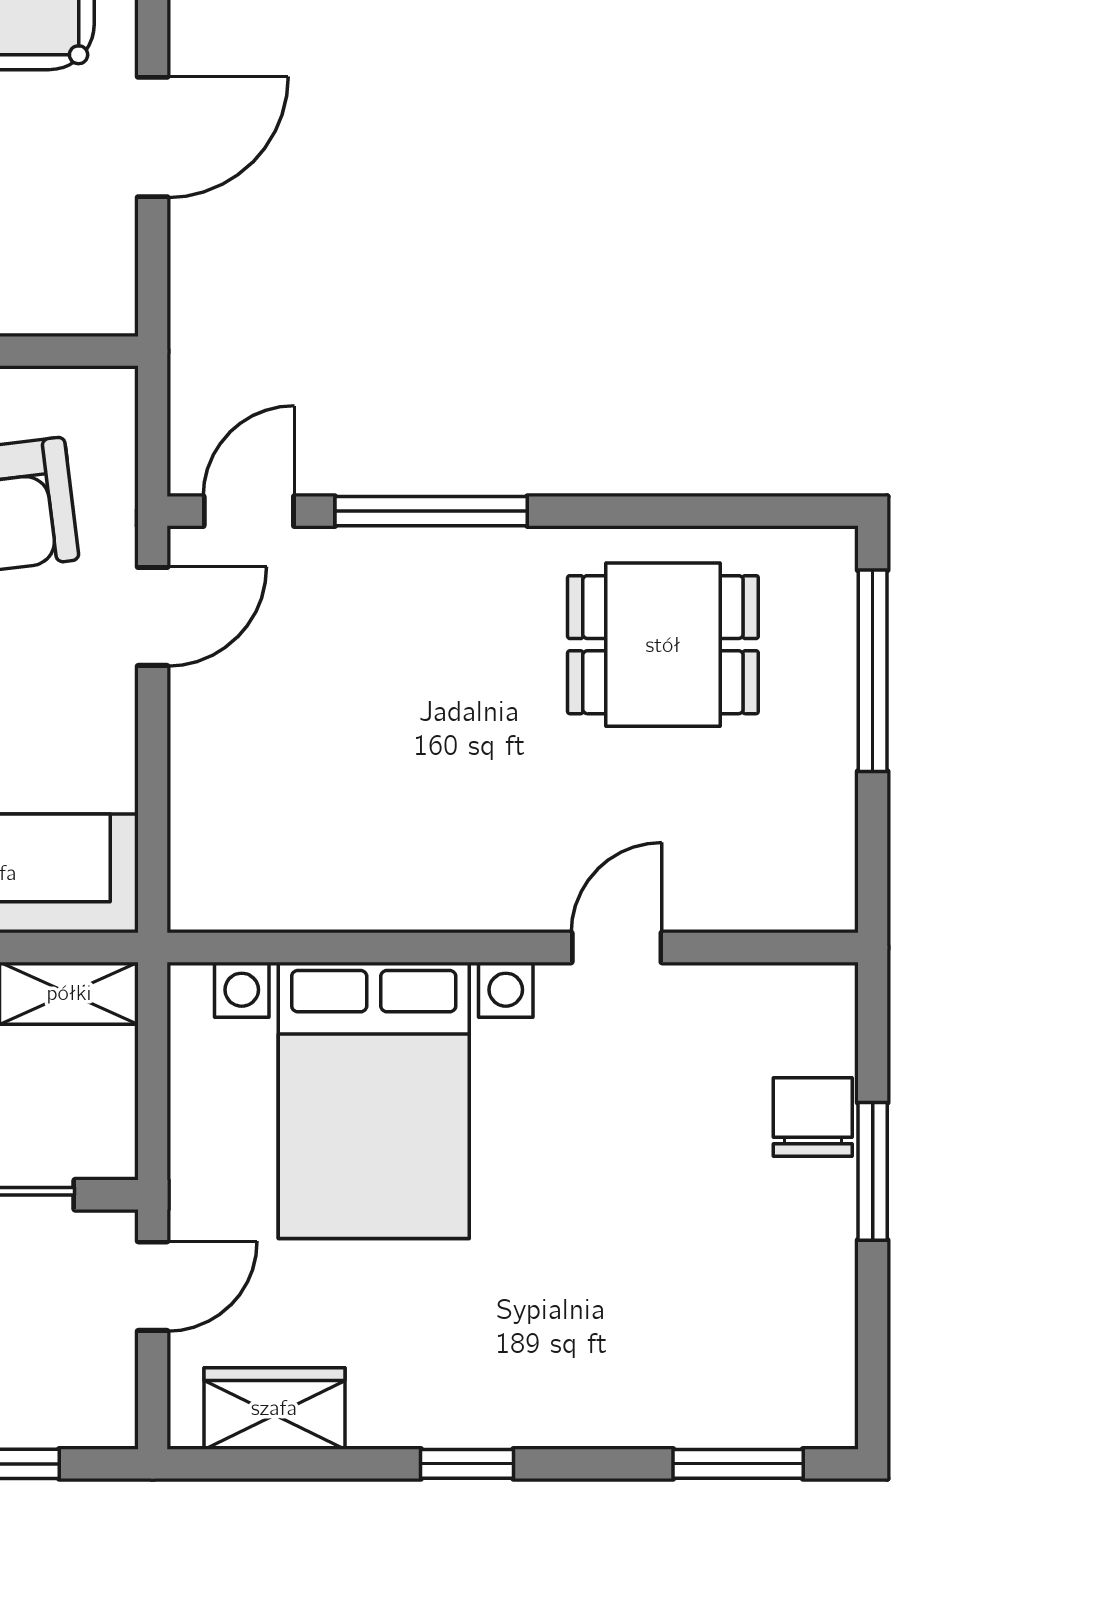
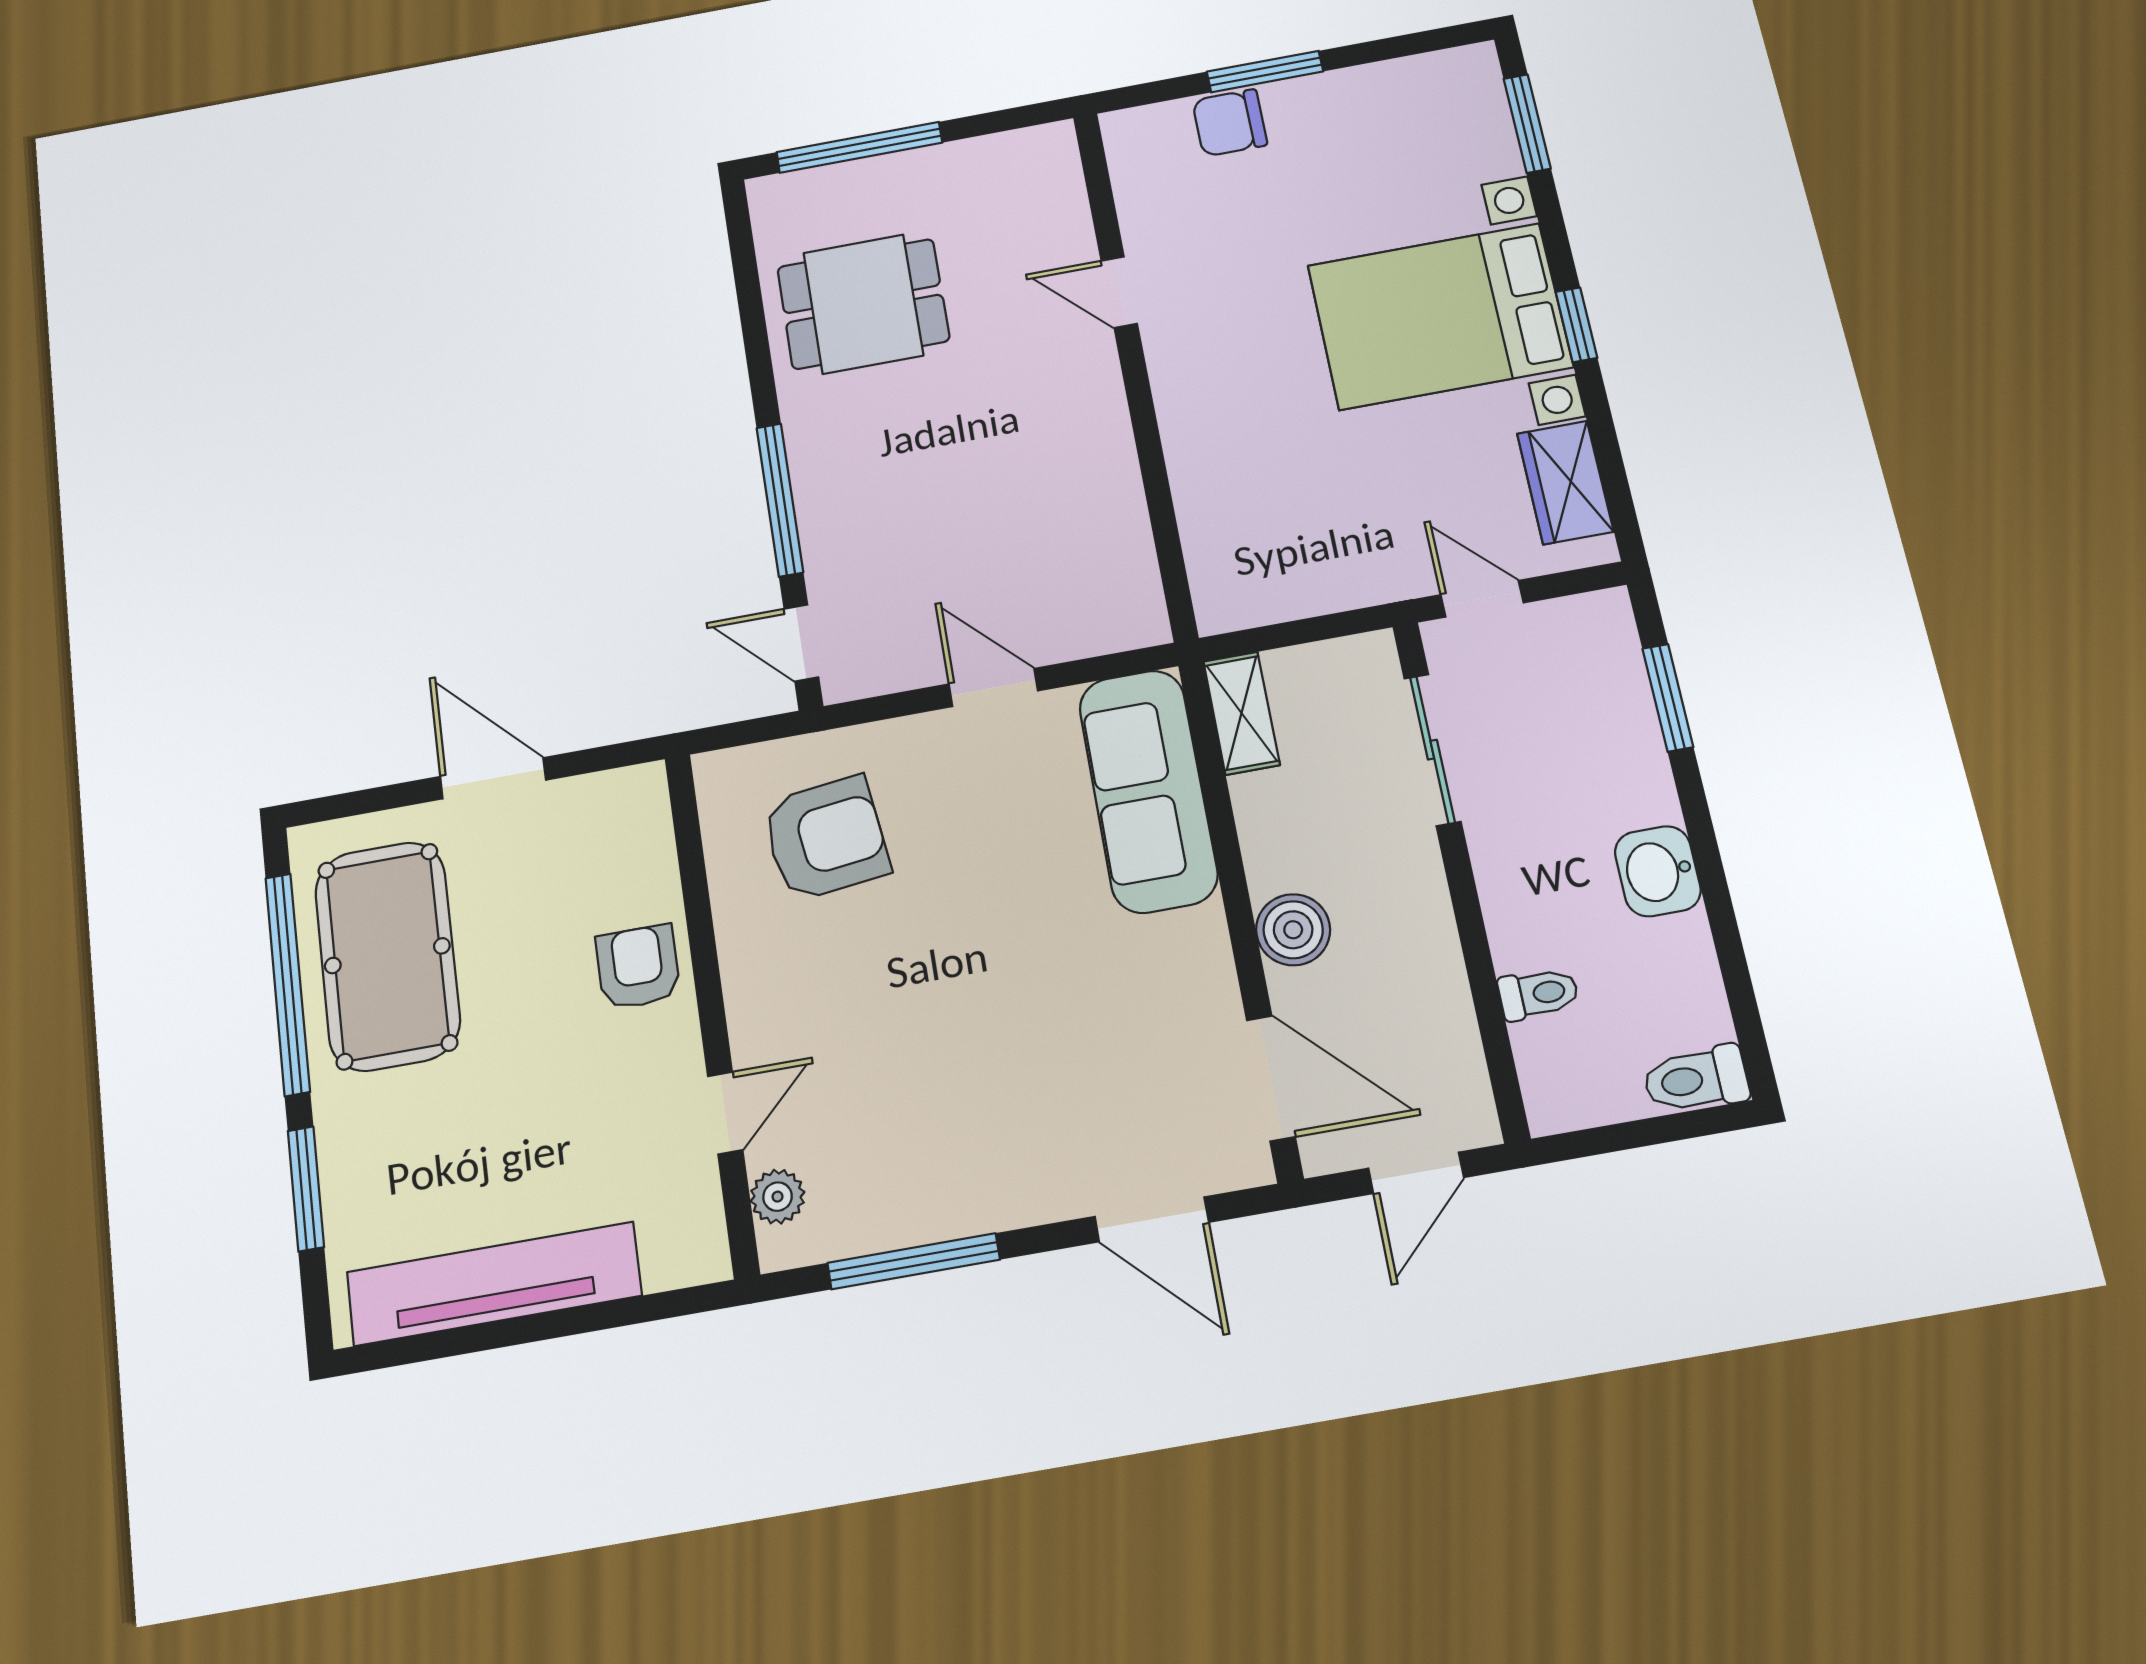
door: (153, 616) -> (993, 687), moved
dining table: (663, 645) -> (863, 304), turned 90
bed with nightstands: (374, 1100) -> (1440, 316), moved, turned 180

